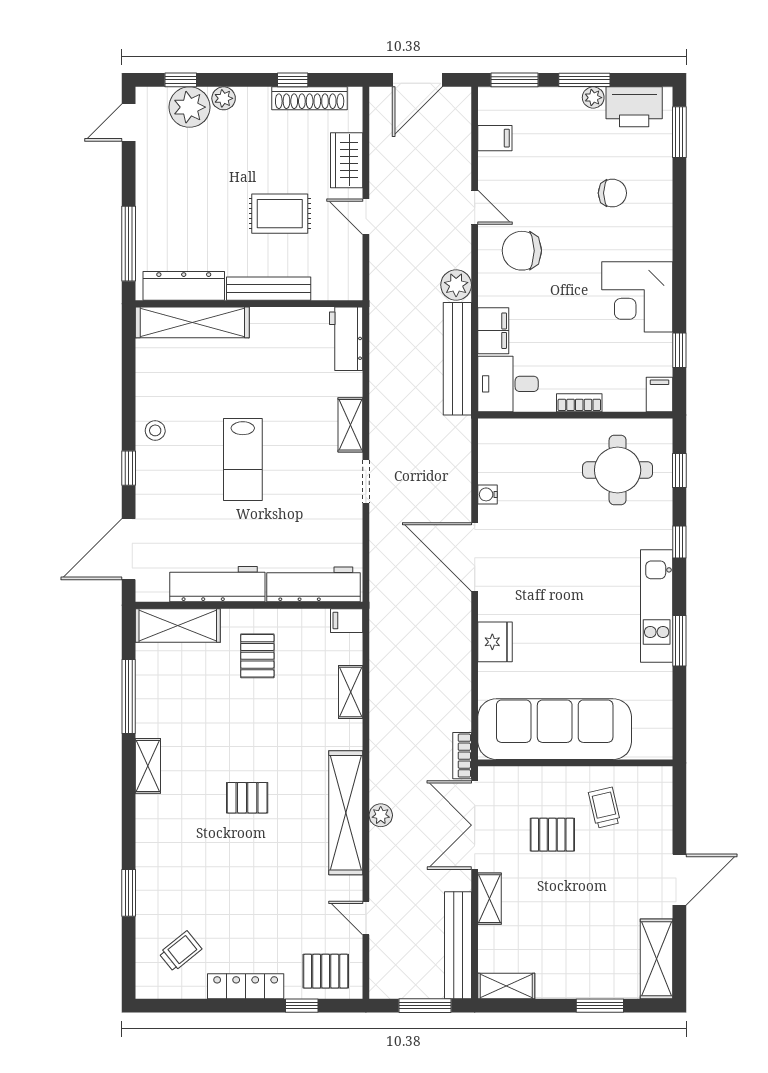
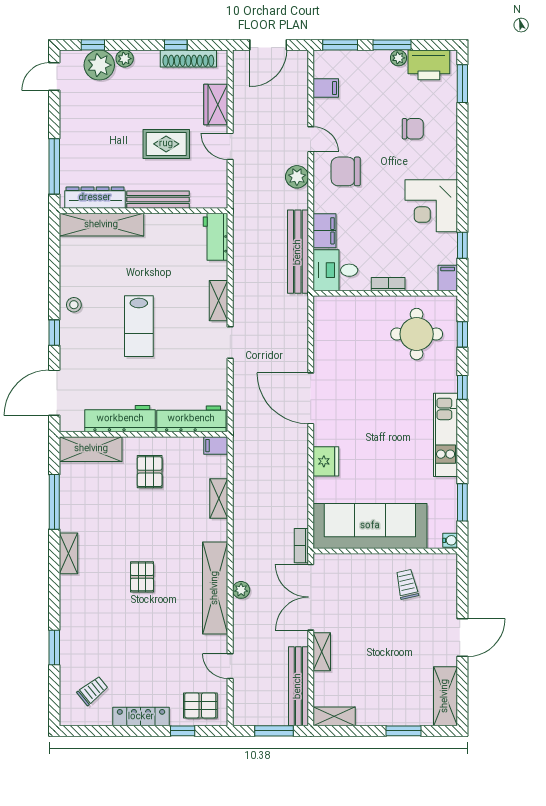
plant: (456, 285) -> (297, 177), moved
water cooler: (488, 494) -> (450, 540), moved, turned 180
window: (679, 641) -> (462, 502), moved
pallet: (247, 798) -> (142, 577), turned 90
pallet: (552, 835) -> (368, 604), removed

